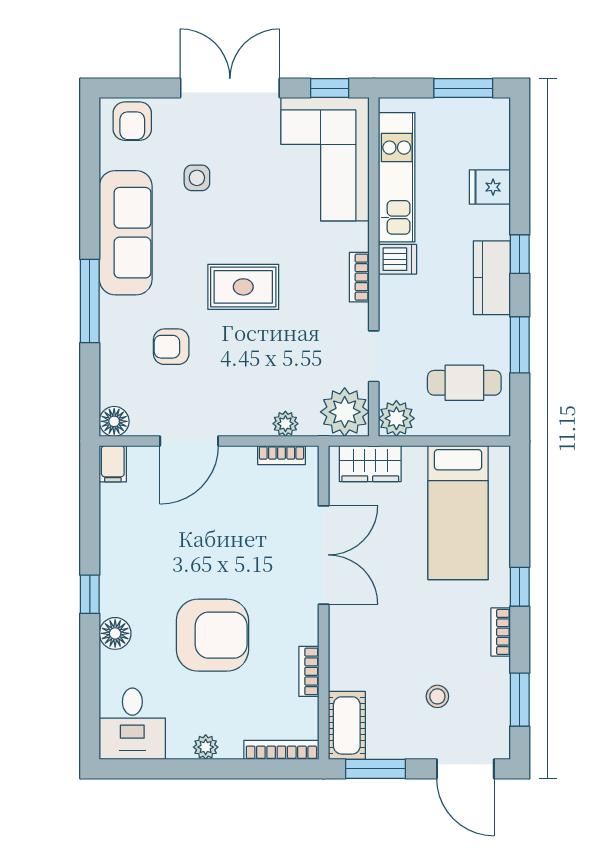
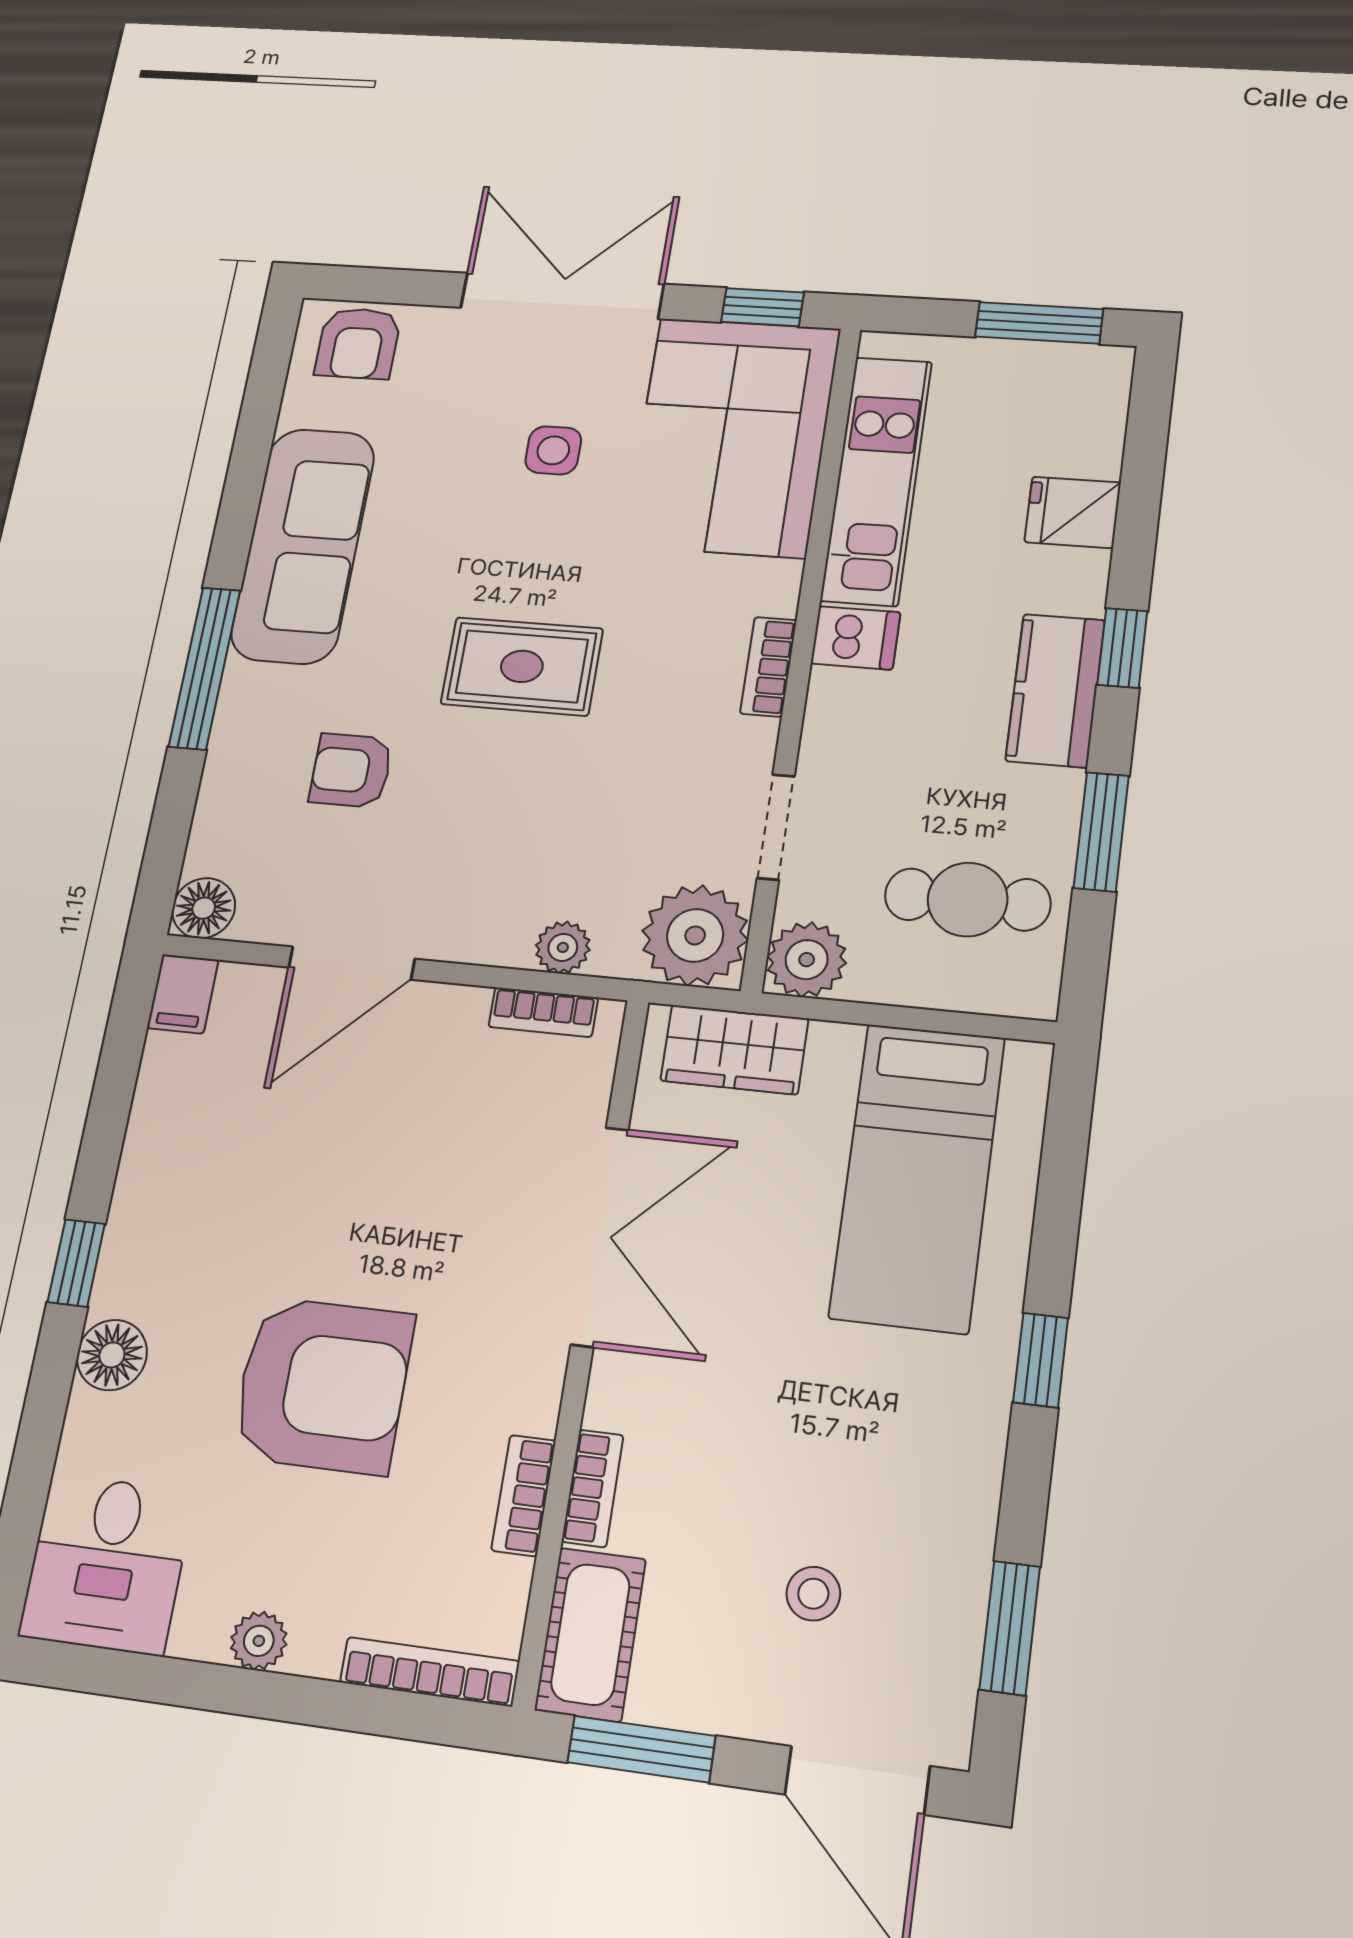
side table: (197, 178) -> (553, 450), moved
bookcase: (501, 632) -> (593, 1488), moved, turned 180

